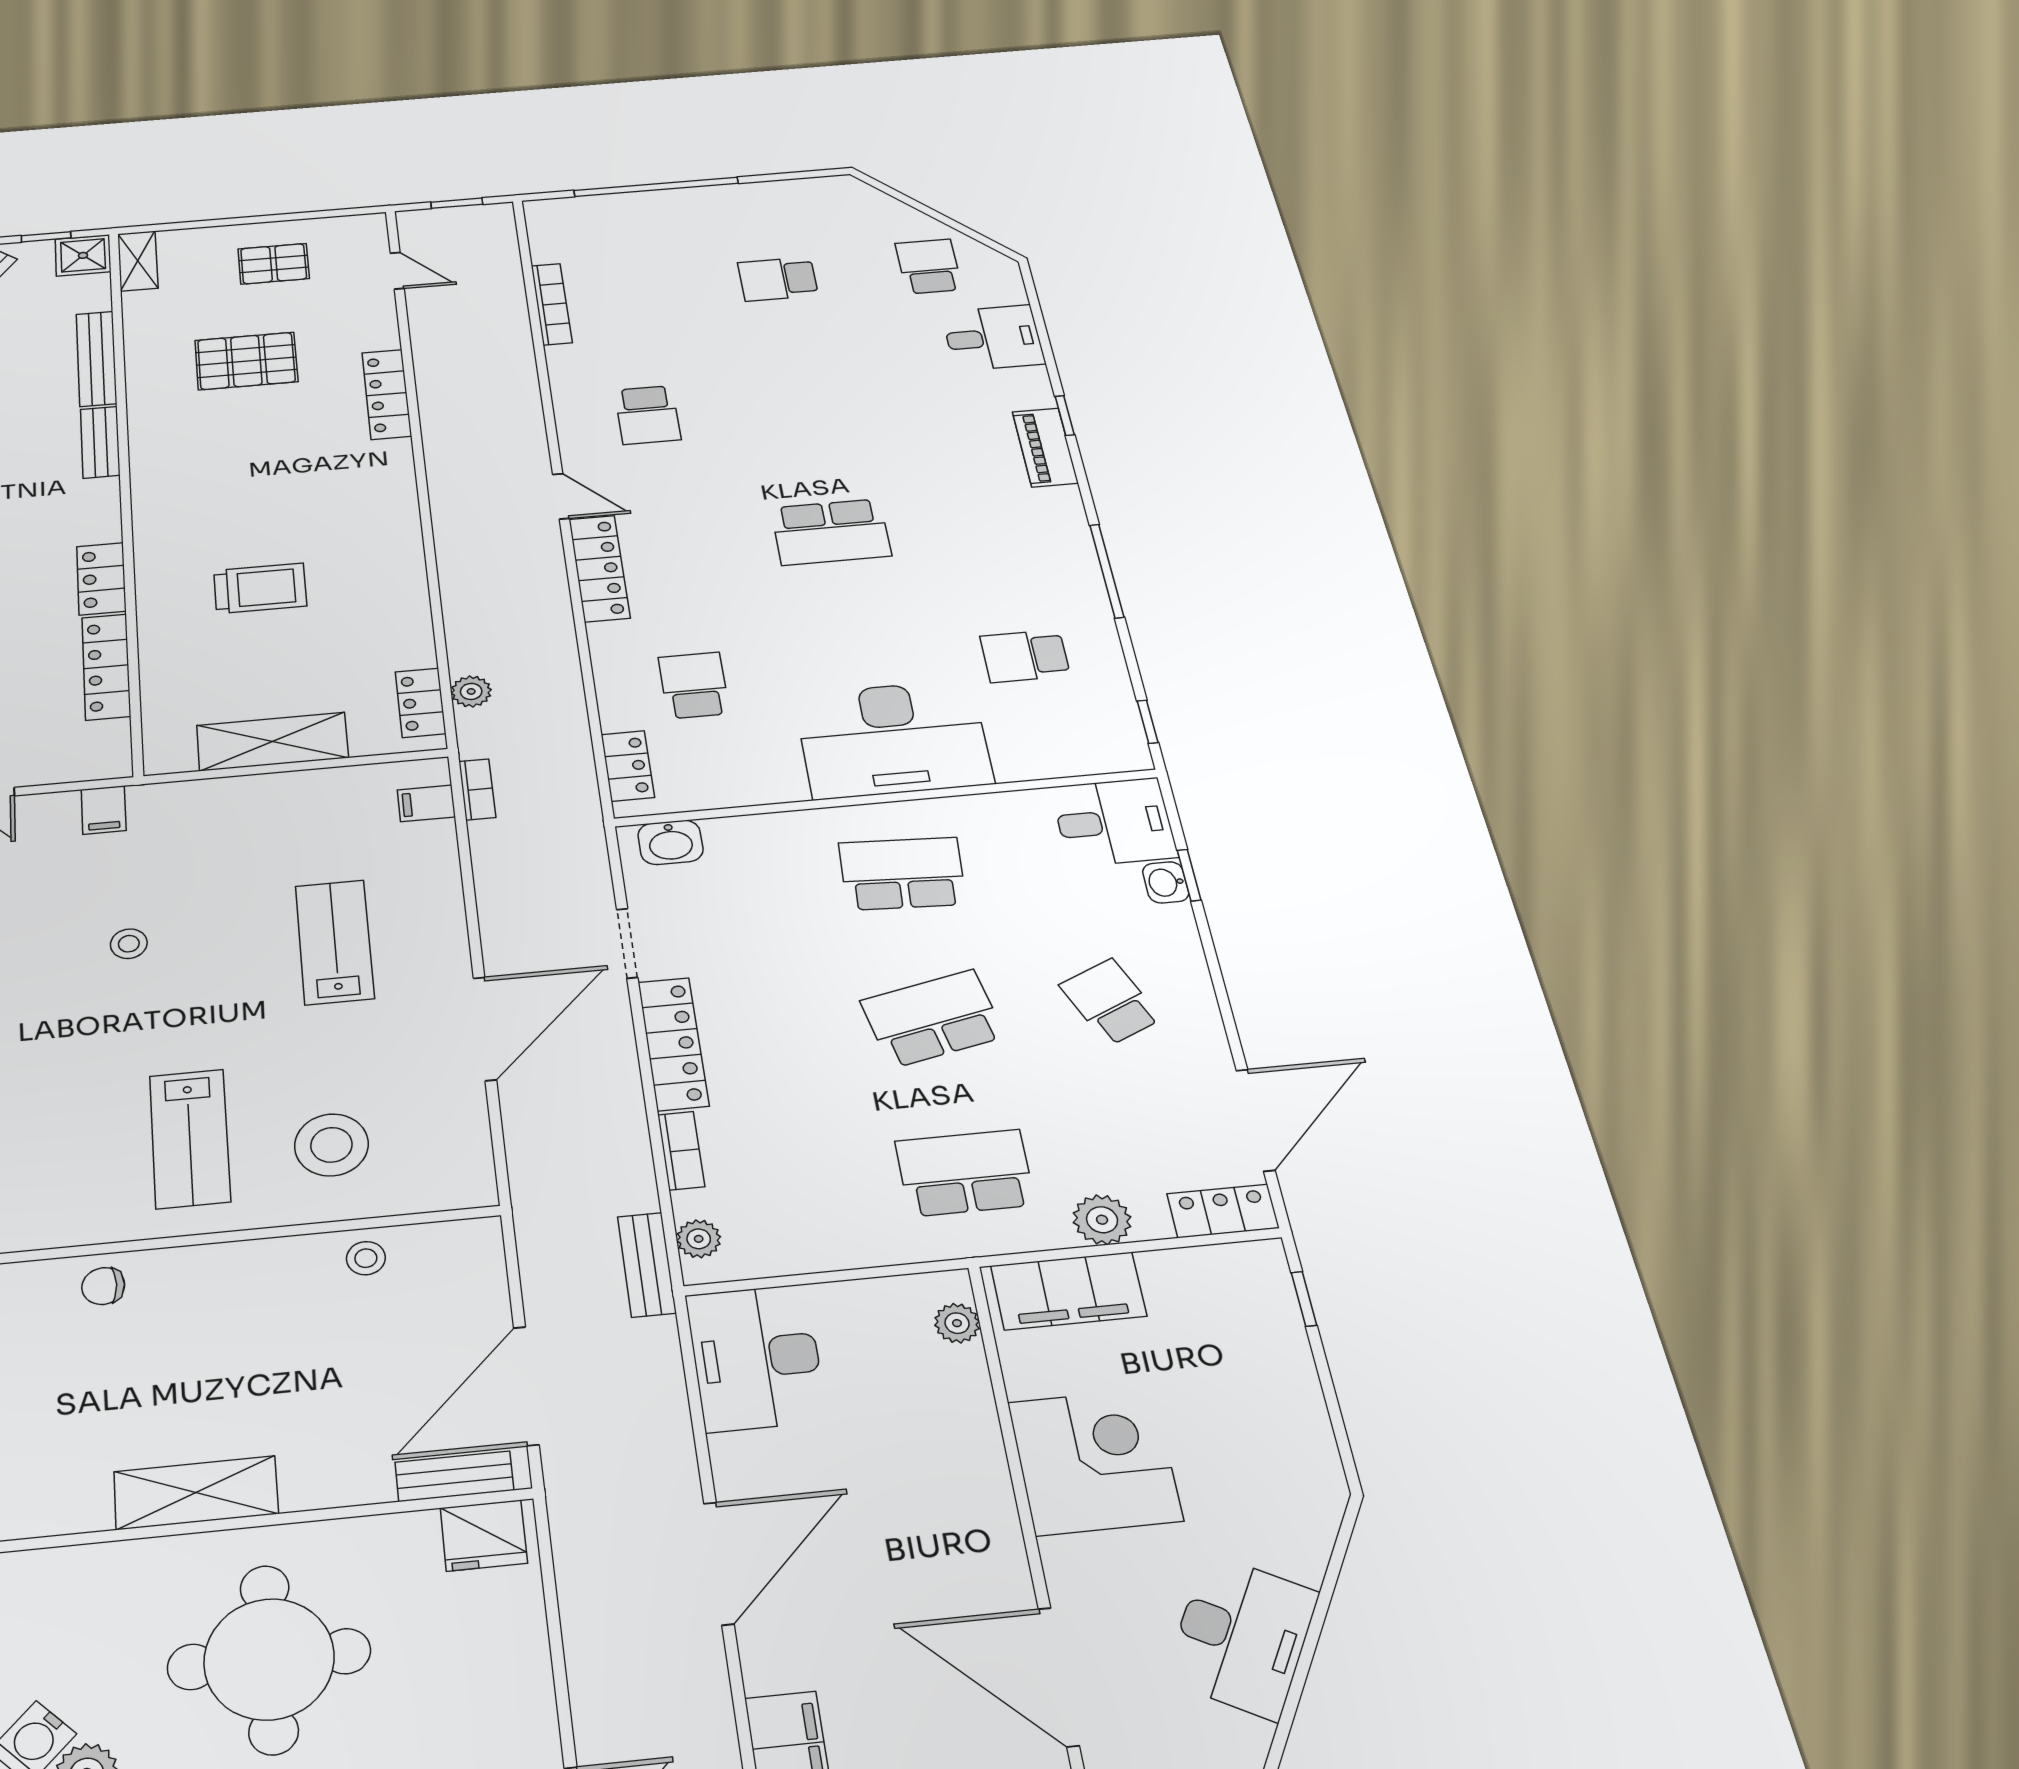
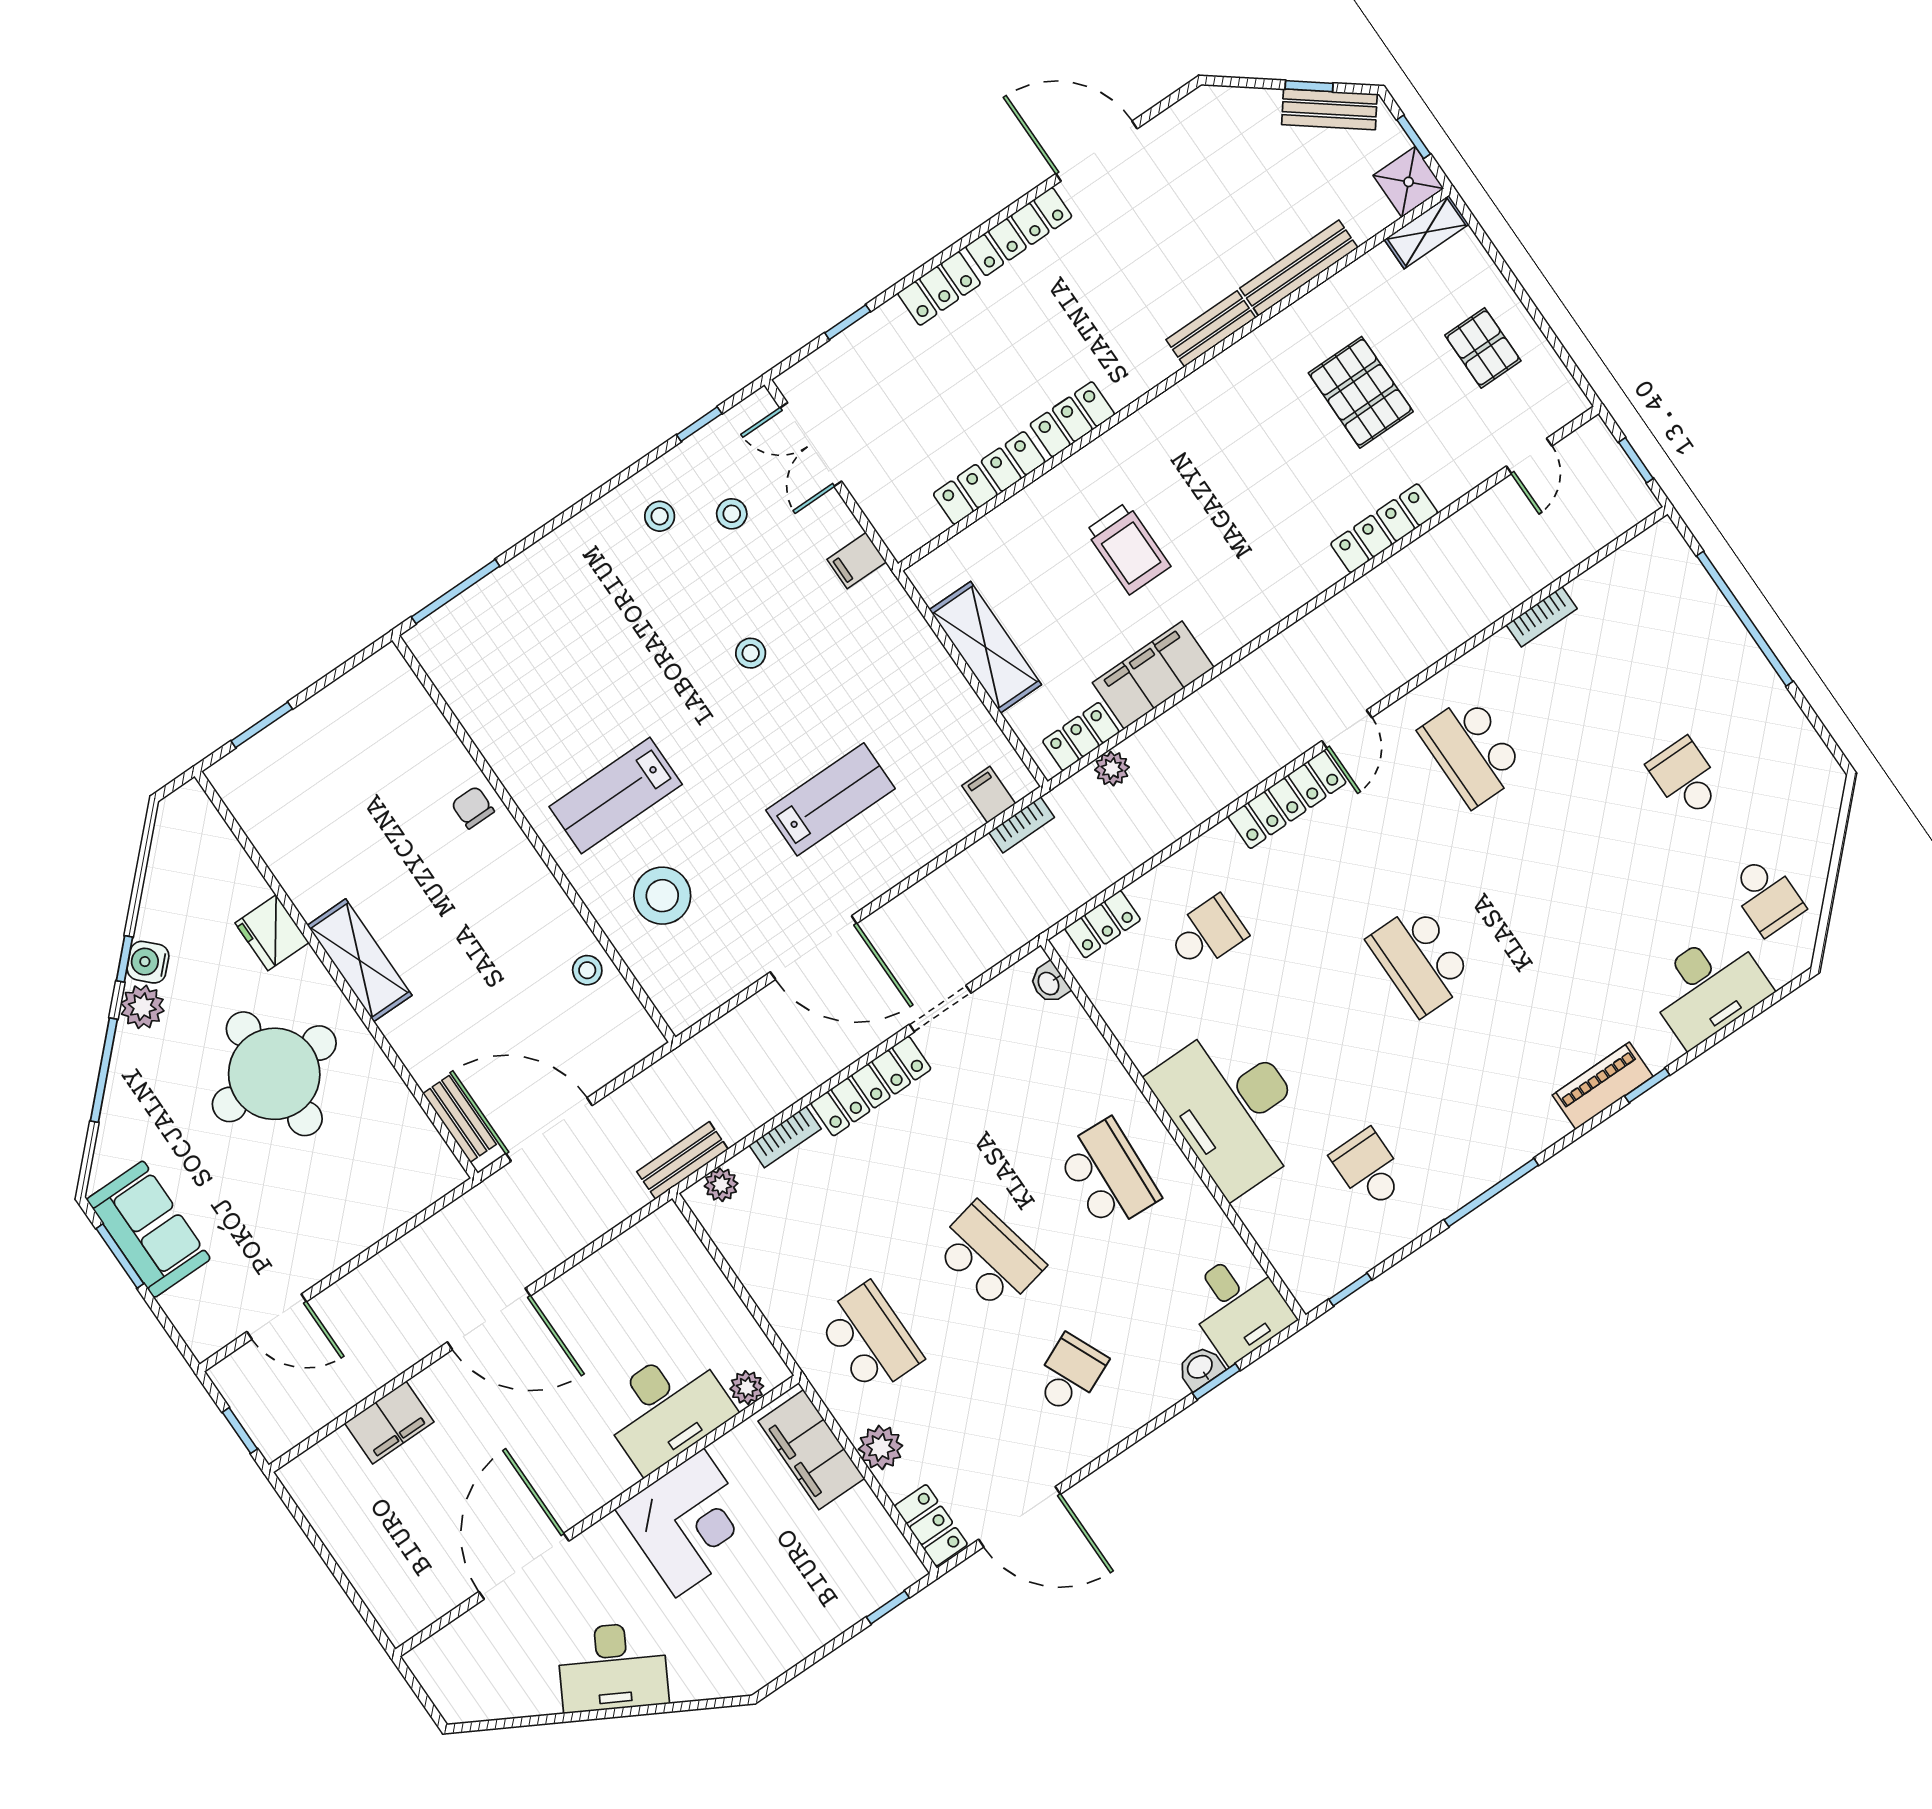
school desk: (929, 266) -> (1766, 896), turned 90
bookcase: (552, 304) -> (1542, 617), width x0.64
desk: (993, 338) -> (1708, 988), width x1.37
school desk: (648, 415) -> (1472, 751), width x1.85
filing cabinet: (400, 620) -> (1153, 675), added
washbasin: (671, 842) -> (1049, 983), width x0.72, depth x0.69
desk: (756, 1358) -> (666, 1408), moved, turned 180
fridge: (484, 1535) -> (272, 933), moved

